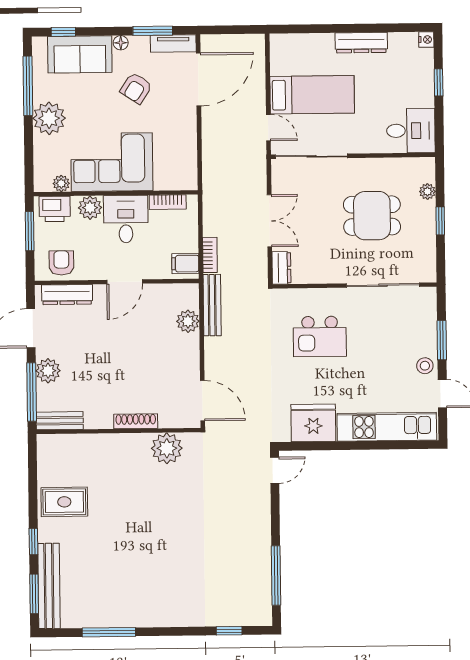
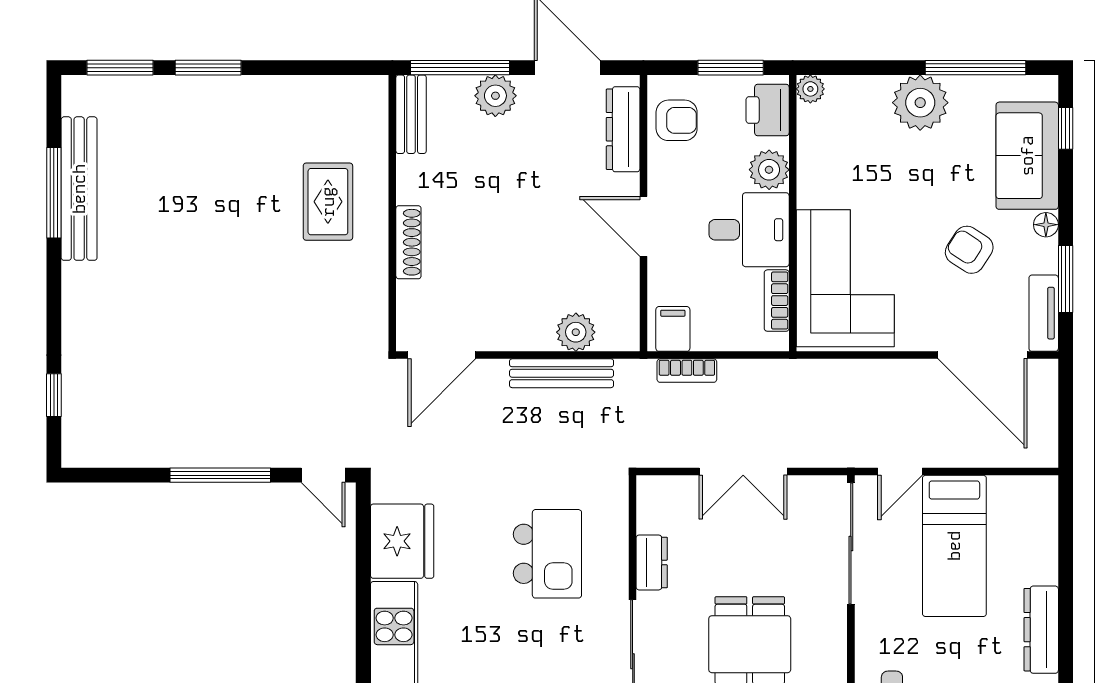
corner sofa: (112, 162) -> (845, 278), moved
plant: (61, 183) -> (810, 89), moved
dresser: (281, 268) -> (652, 562), moved, turned -90
bench: (212, 305) -> (562, 373), moved
kitchen island: (320, 336) -> (547, 554), turned 180
plant: (167, 448) -> (362, 294), removed
rug: (64, 502) -> (328, 202), moved
window: (33, 542) -> (208, 68), width x1.50
window: (276, 576) -> (220, 475), moved
bench: (49, 586) -> (79, 189), moved, turned 90

